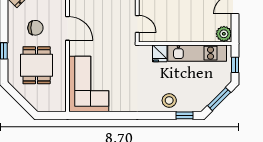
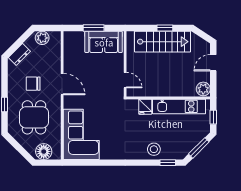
chair: (35, 28) -> (33, 84), turned 180
floor lamp: (47, 103) -> (44, 152), added

